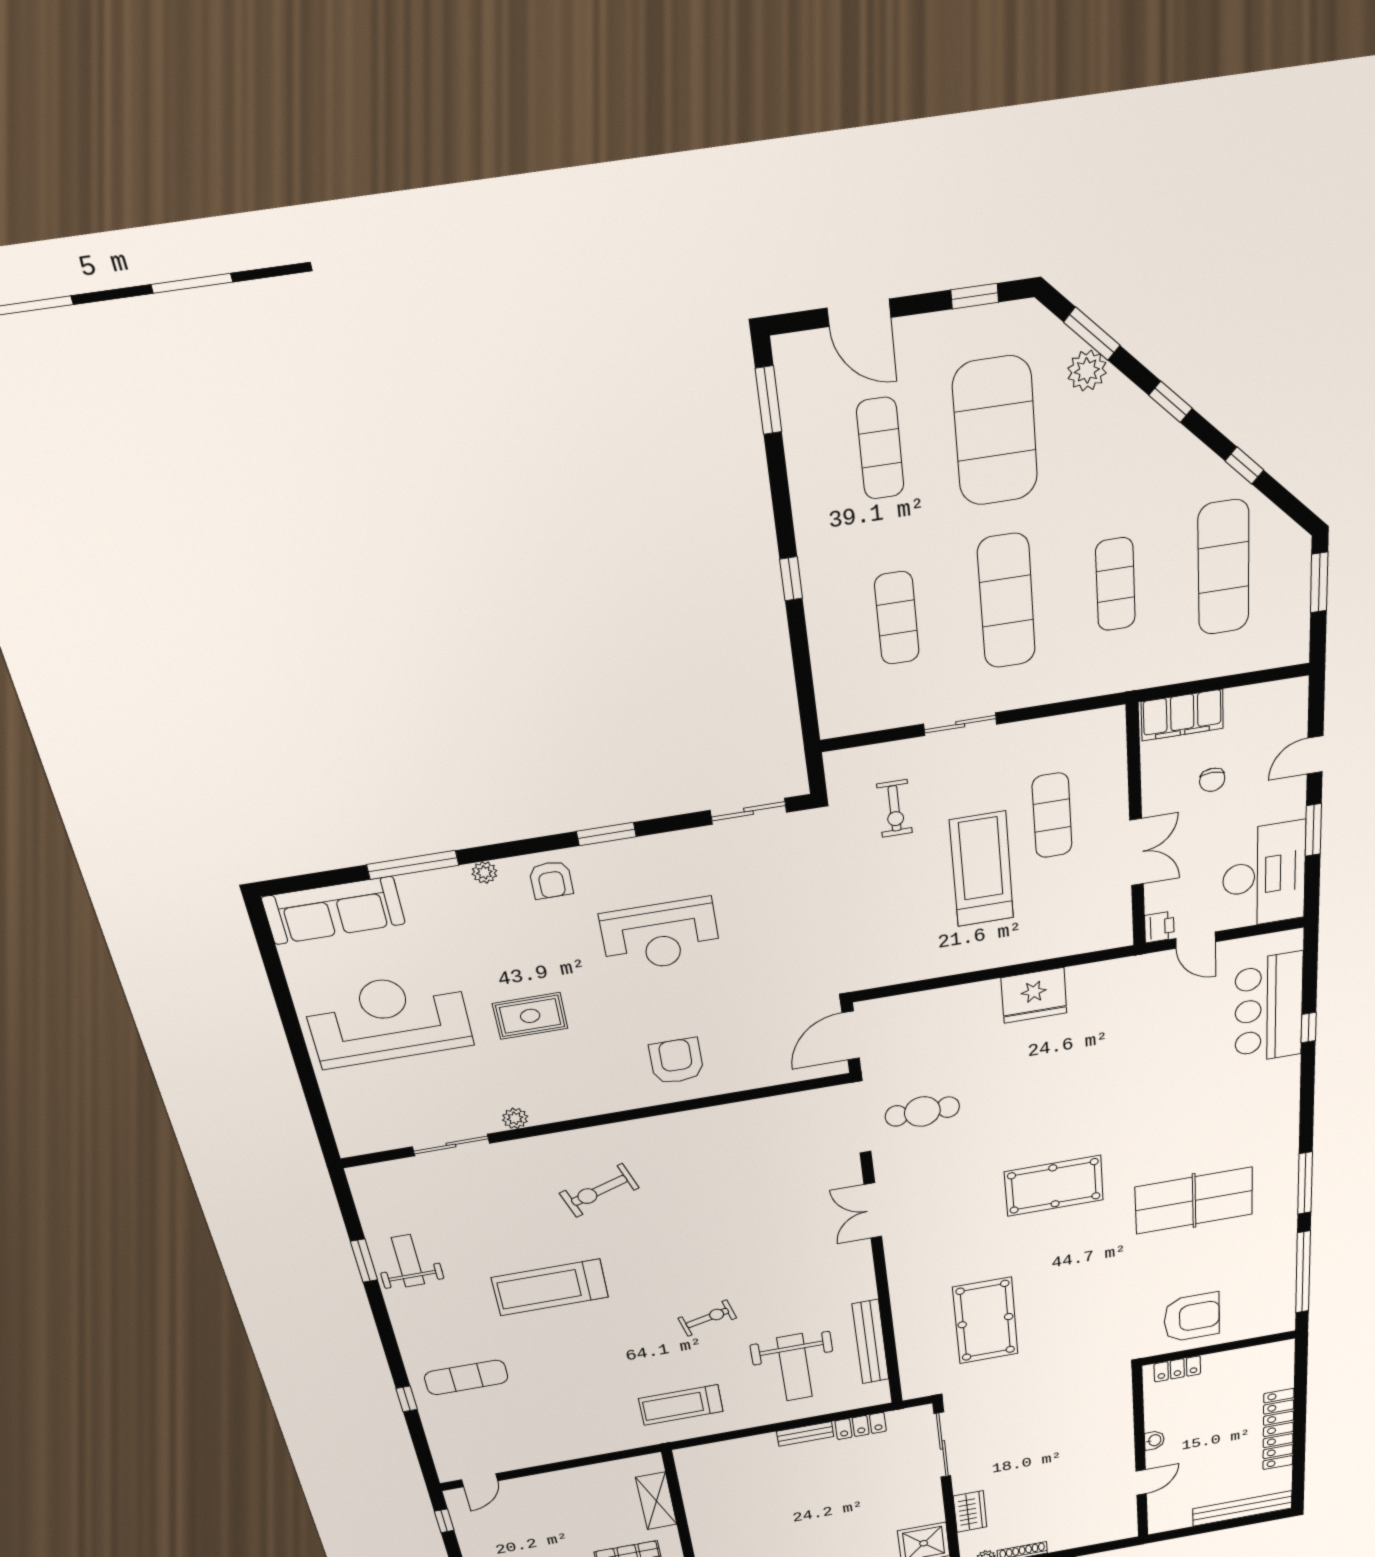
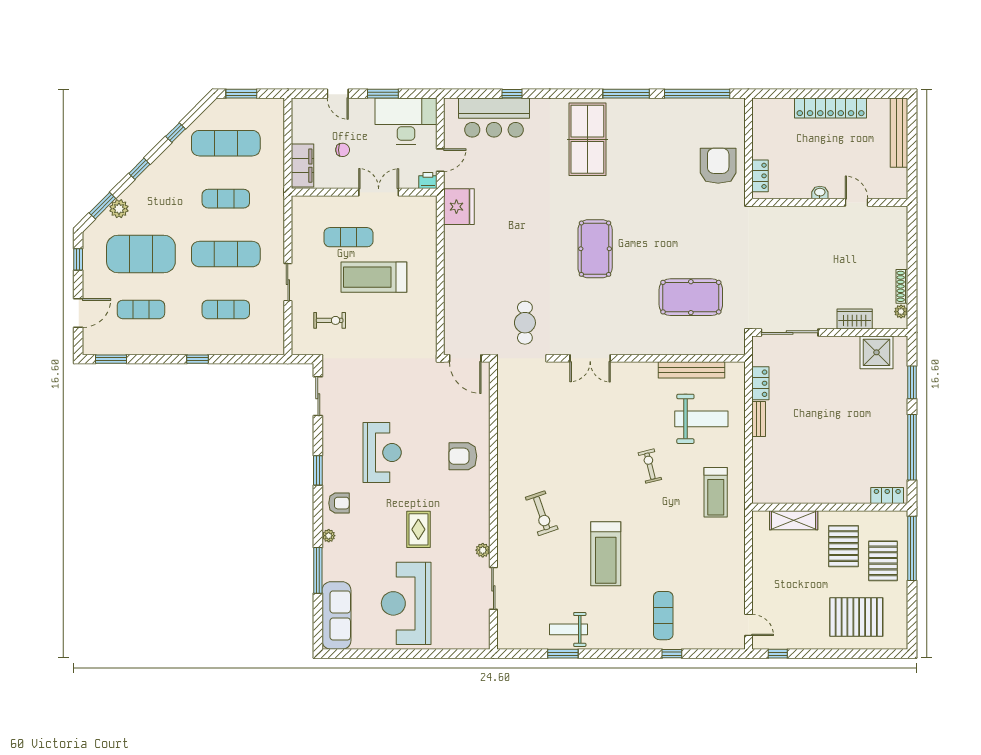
fridge: (1034, 995) -> (459, 207), moved
table tennis table: (1194, 1201) -> (587, 139), moved

